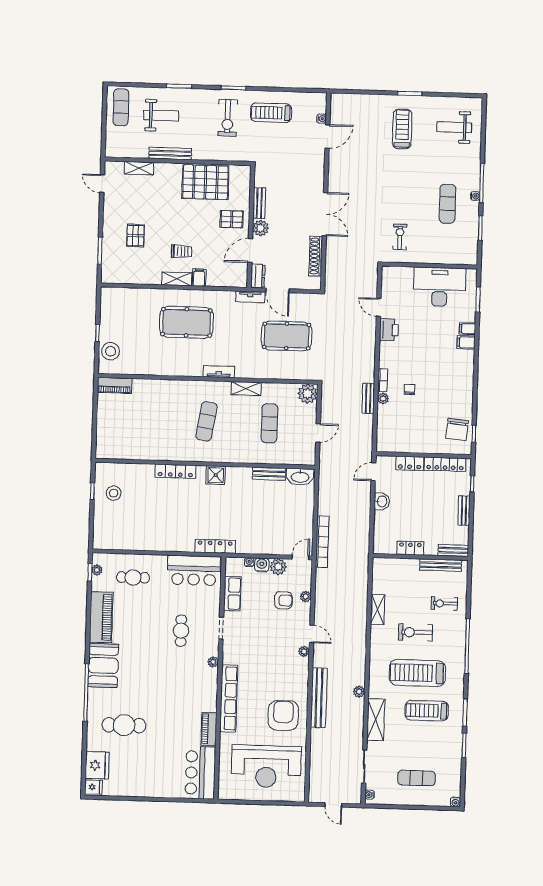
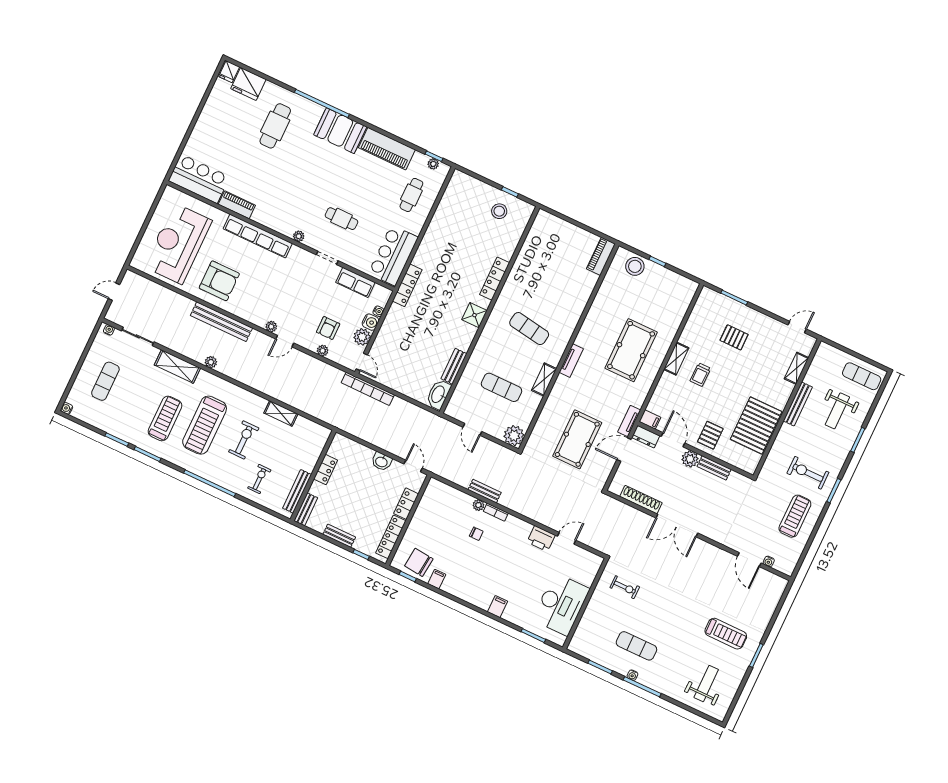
filing cabinet: (199, 278) -> (650, 420), moved
filing cabinet: (467, 329) -> (437, 579), moved
treadmill: (417, 673) -> (205, 425), turned 180

